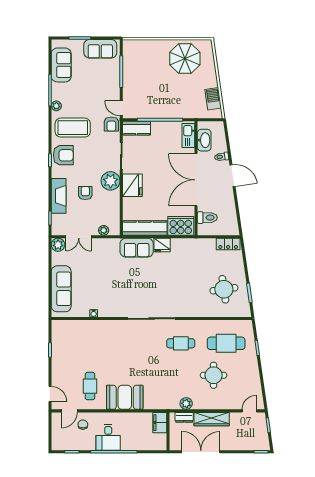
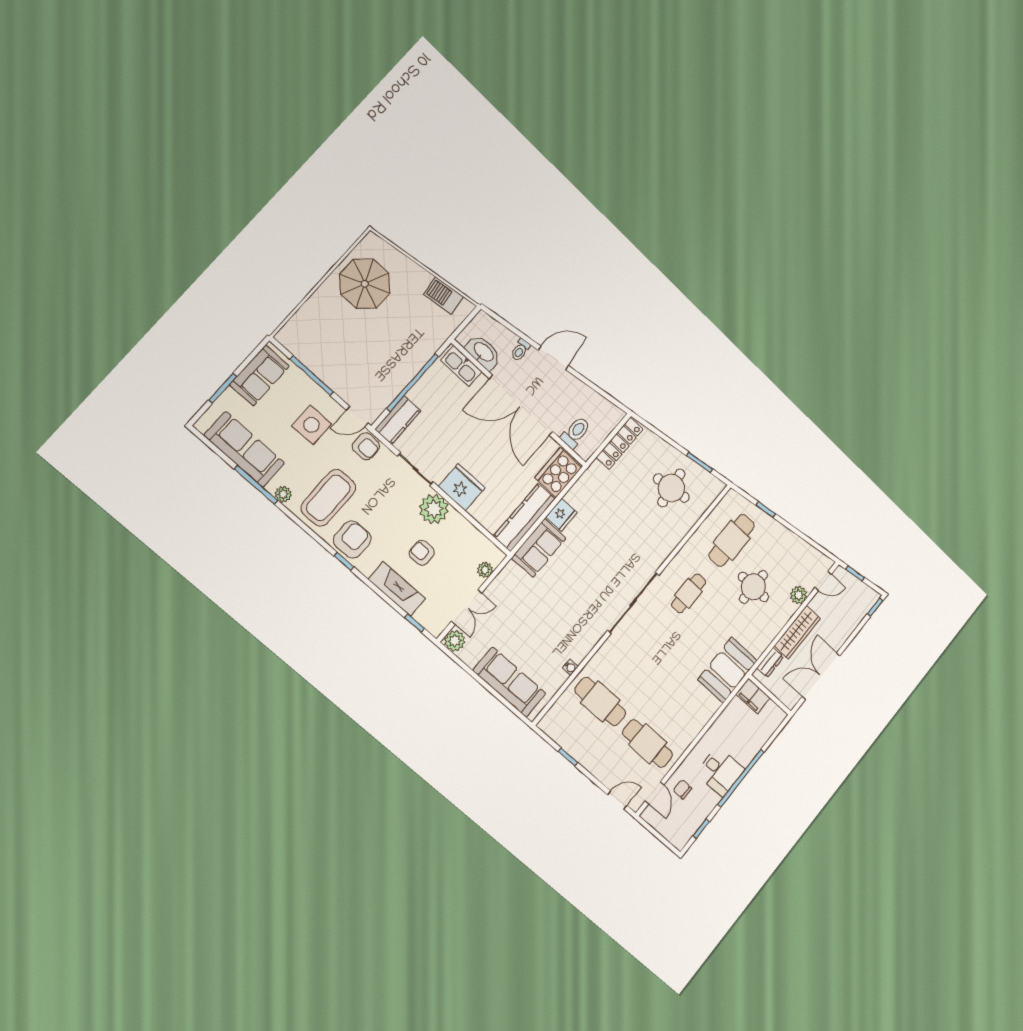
sofa: (61, 65) -> (244, 449), width x1.36
side table: (99, 91) -> (312, 425), added
locker: (228, 244) -> (620, 443), width x1.53
cafe table: (90, 343) -> (600, 702), added
cafe table: (90, 386) -> (648, 744), width x1.37, depth x1.35
booth: (125, 397) -> (727, 670), moved
plant: (186, 403) -> (799, 595), moved
door: (249, 411) -> (823, 581), swing flipped

